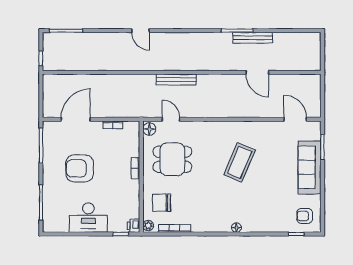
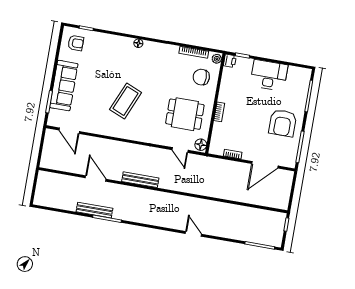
bench: (176, 80) -> (140, 180), moved
armchair: (80, 168) -> (283, 123), moved, turned 90
chair: (162, 203) -> (201, 77), turned 180

